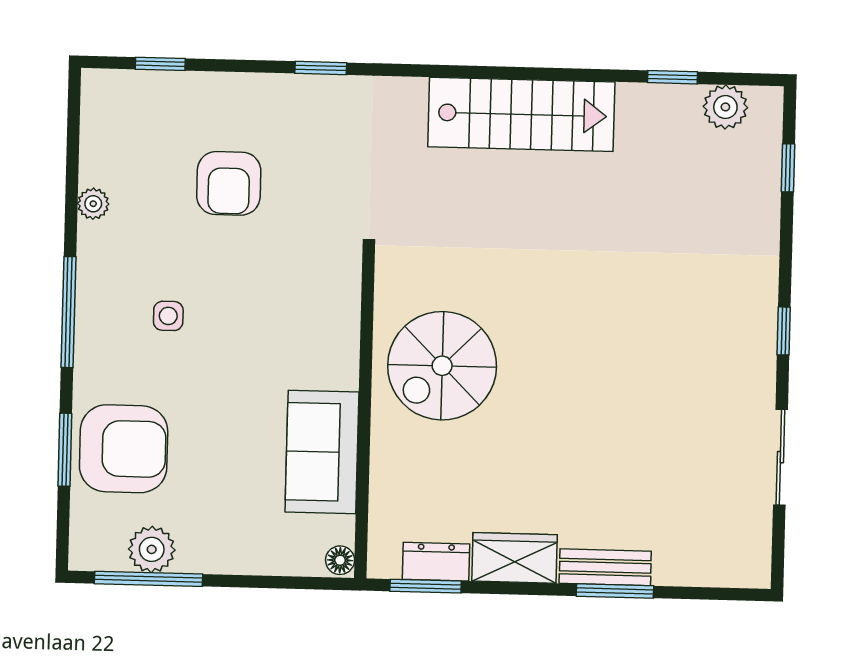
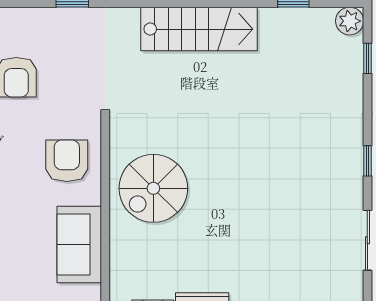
plant: (725, 107) -> (350, 21), moved
armchair: (306, 318) -> (67, 161), added

